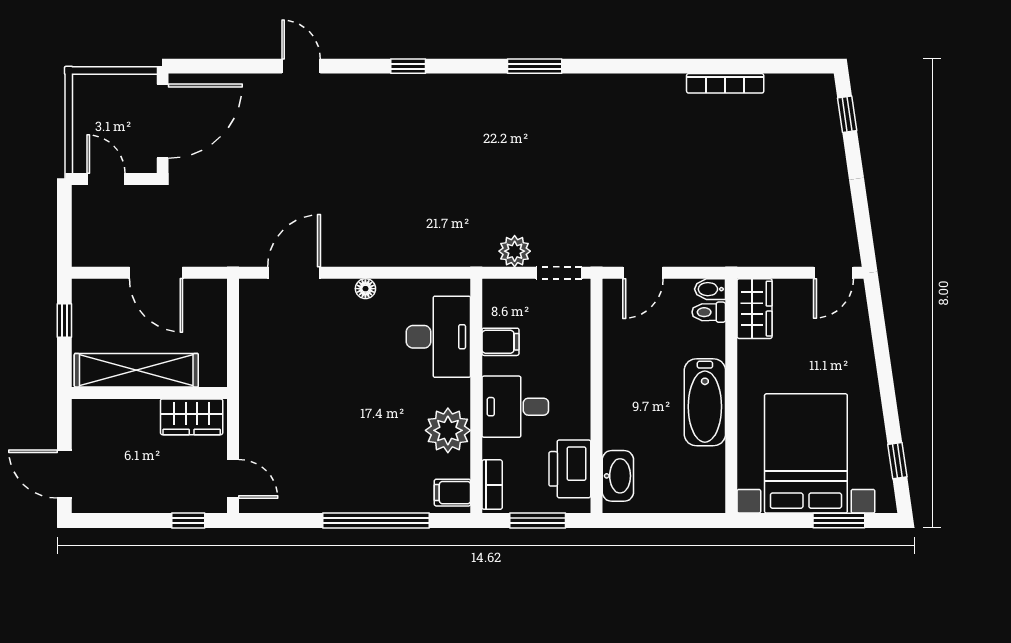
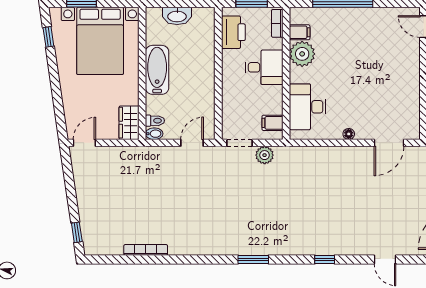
filing cabinet: (500, 342) -> (272, 123), moved
washbasin: (618, 476) -> (177, 16), moved, turned -90
filing cabinet: (452, 493) -> (300, 32), moved

